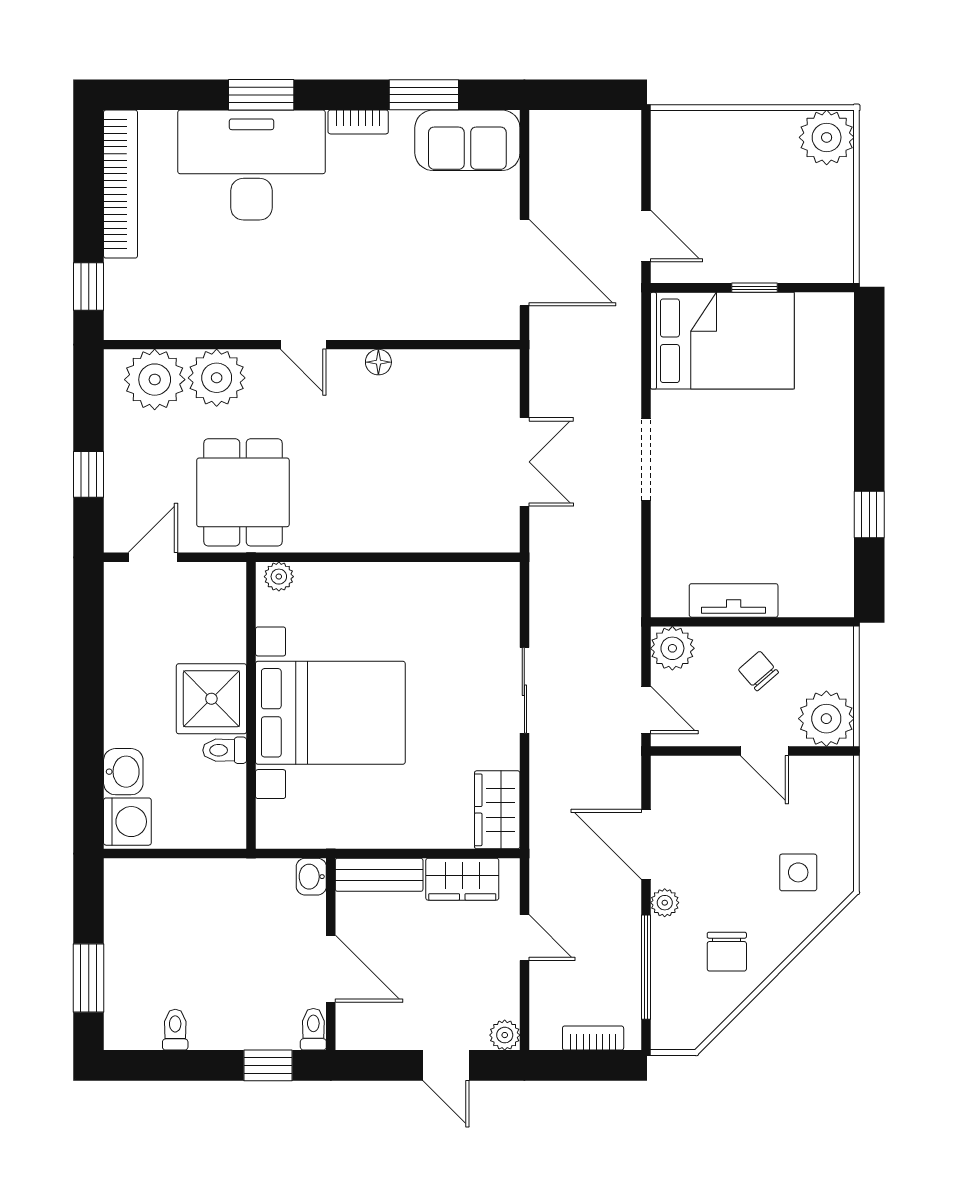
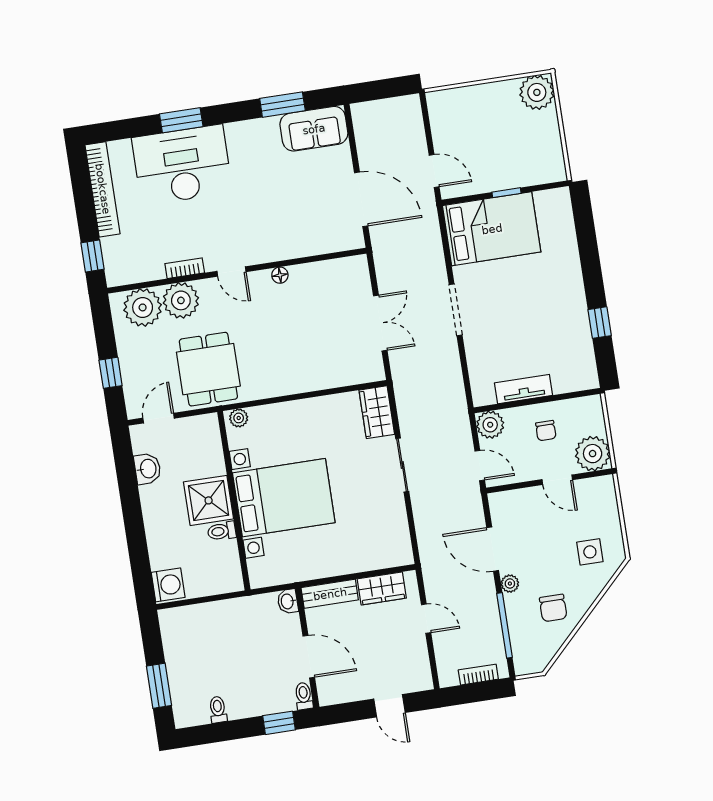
bookcase: (358, 122) -> (185, 268), moved, turned 180
chair: (758, 671) -> (546, 431), turned -139
washbasin: (123, 772) -> (148, 469), moved
wardrobe: (497, 810) -> (377, 412), moved
plant: (505, 1035) -> (423, 681), removed

